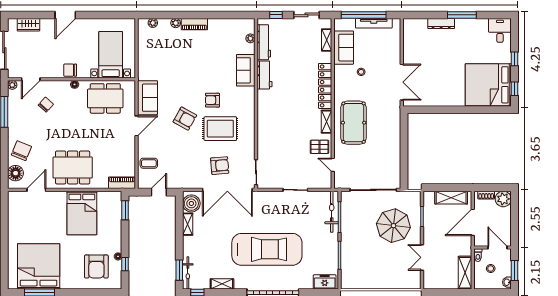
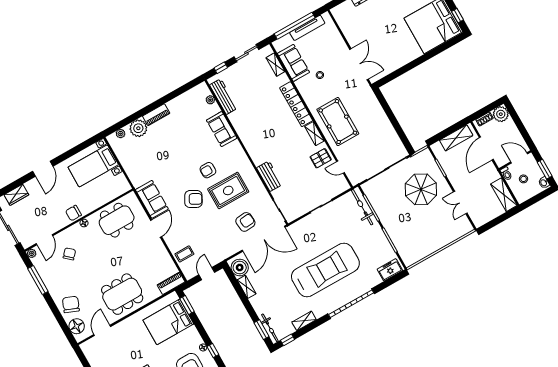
plant: (176, 23) -> (138, 128), width x1.88, depth x1.88
bed with nightstands: (111, 55) -> (93, 166), moved, turned -90
workbench: (265, 75) -> (269, 176), moved
bed: (82, 213) -> (168, 322), moved, turned 90

